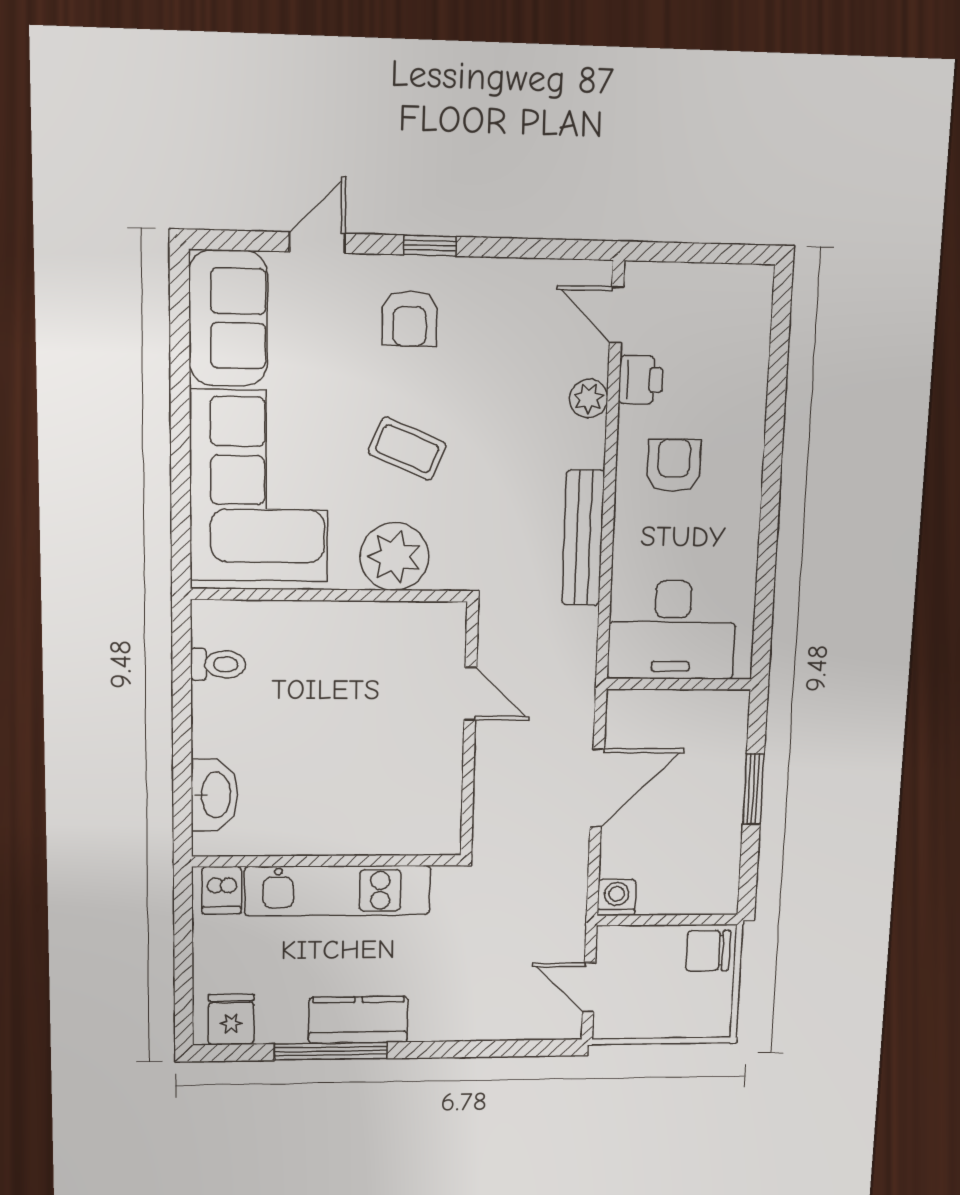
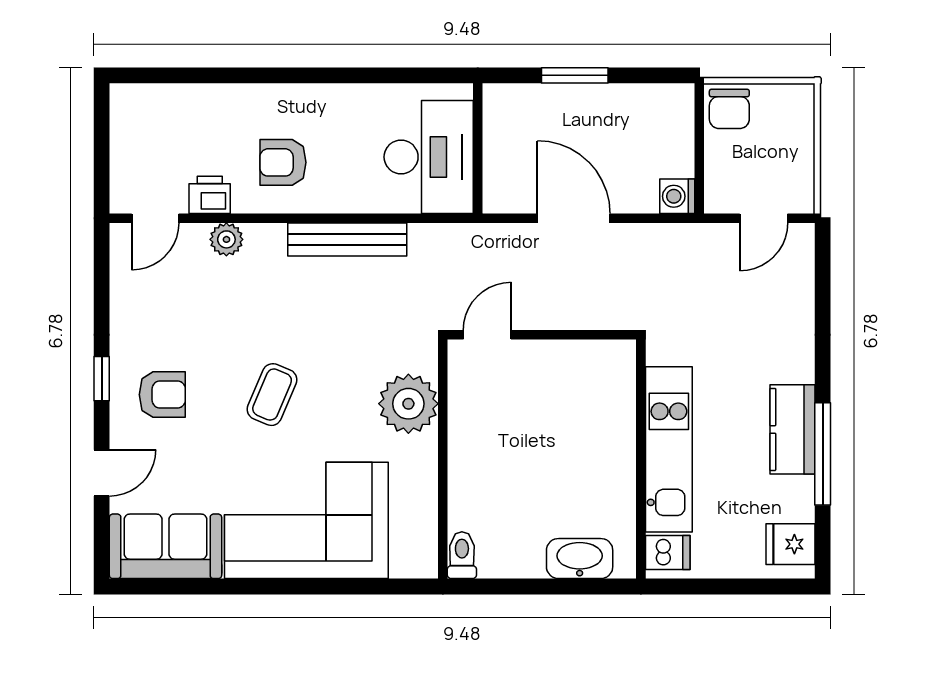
door: (317, 243) -> (102, 473), swing flipped
plant: (395, 557) -> (408, 404), moved
wall: (330, 595) -> (443, 459), moved

